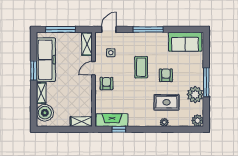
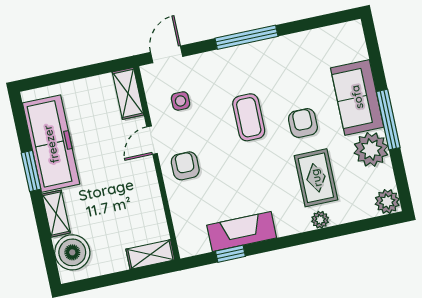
window: (61, 29) -> (68, 76), removed
sofa: (185, 42) -> (357, 97), moved, turned 90
rug: (167, 102) -> (316, 178), turned 90
fireplace: (112, 120) -> (242, 232), moved

